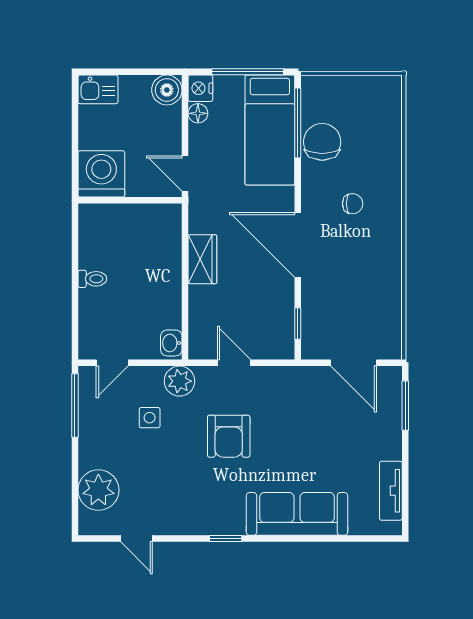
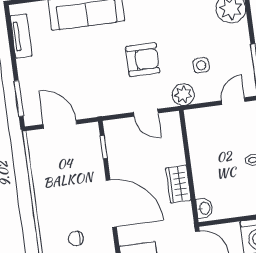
washbasin: (171, 343) -> (204, 208), moved
armchair: (229, 436) -> (143, 60), turned 90

